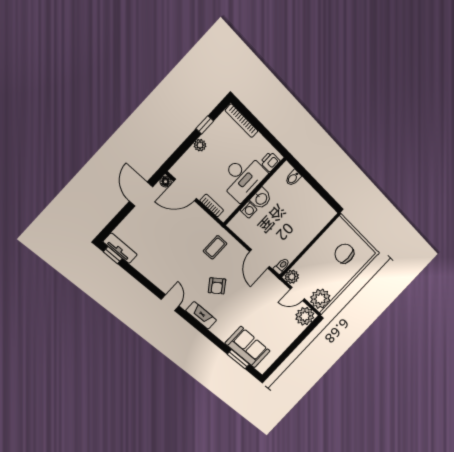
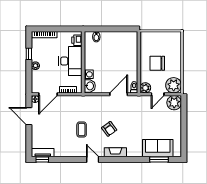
washbasin: (261, 199) -> (90, 86), moved
coffee table: (215, 247) -> (82, 130), moved
chair: (344, 254) -> (157, 63), moved
door: (260, 259) -> (119, 94), swing flipped

